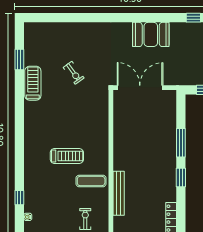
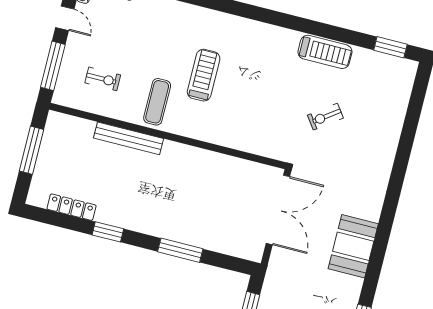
window: (19, 59) -> (390, 47), moved
treadmill: (67, 156) -> (204, 75), turned 180
window: (181, 178) -> (108, 232), moved

